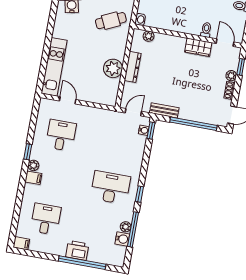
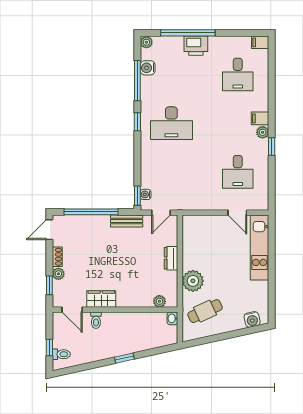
dresser: (133, 67) -> (171, 258), width x0.70
plant: (113, 68) -> (193, 281), moved
plant: (126, 227) -> (146, 42), moved

